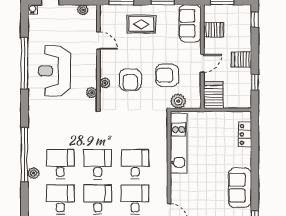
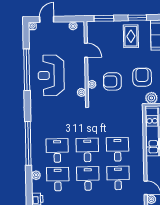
rug: (141, 24) -> (131, 36), moved, turned 90
armchair: (167, 75) -> (142, 77), turned 90
armchair: (130, 80) -> (112, 81), turned 90
plant: (33, 173) -> (36, 175), moved

